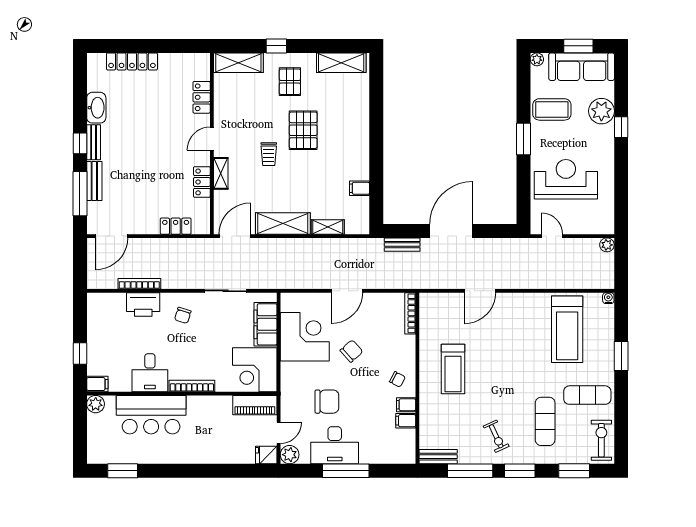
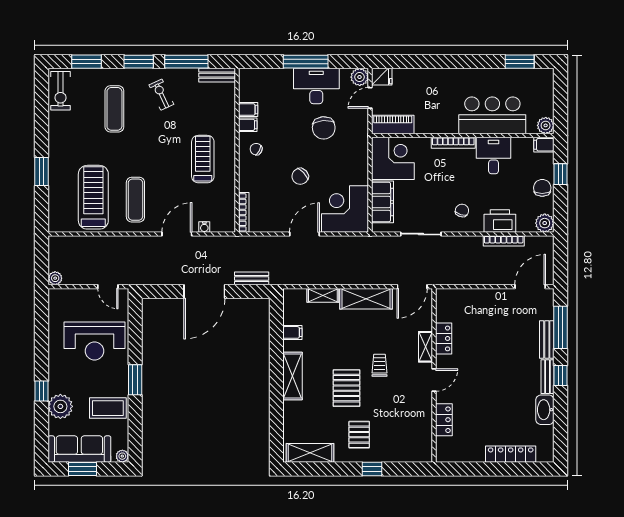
shelving: (238, 63) -> (292, 376), moved, turned 90
locker: (176, 226) -> (469, 296), removed
water cooler: (608, 298) -> (204, 227), moved
plant: (97, 302) -> (545, 223), added
corner desk: (305, 337) -> (345, 209), moved, turned 90
chair: (99, 339) -> (542, 188), added
exercise mat: (587, 395) -> (135, 200), moved, turned 90
chair: (327, 402) -> (324, 128), turned -95

